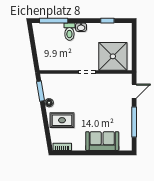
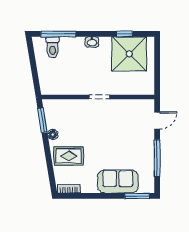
toilet: (69, 32) -> (53, 47), moved
shower: (113, 56) -> (129, 54), moved
window: (118, 153) -> (137, 196), added

